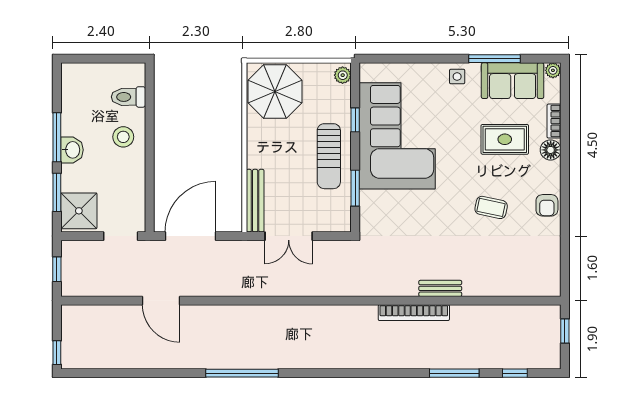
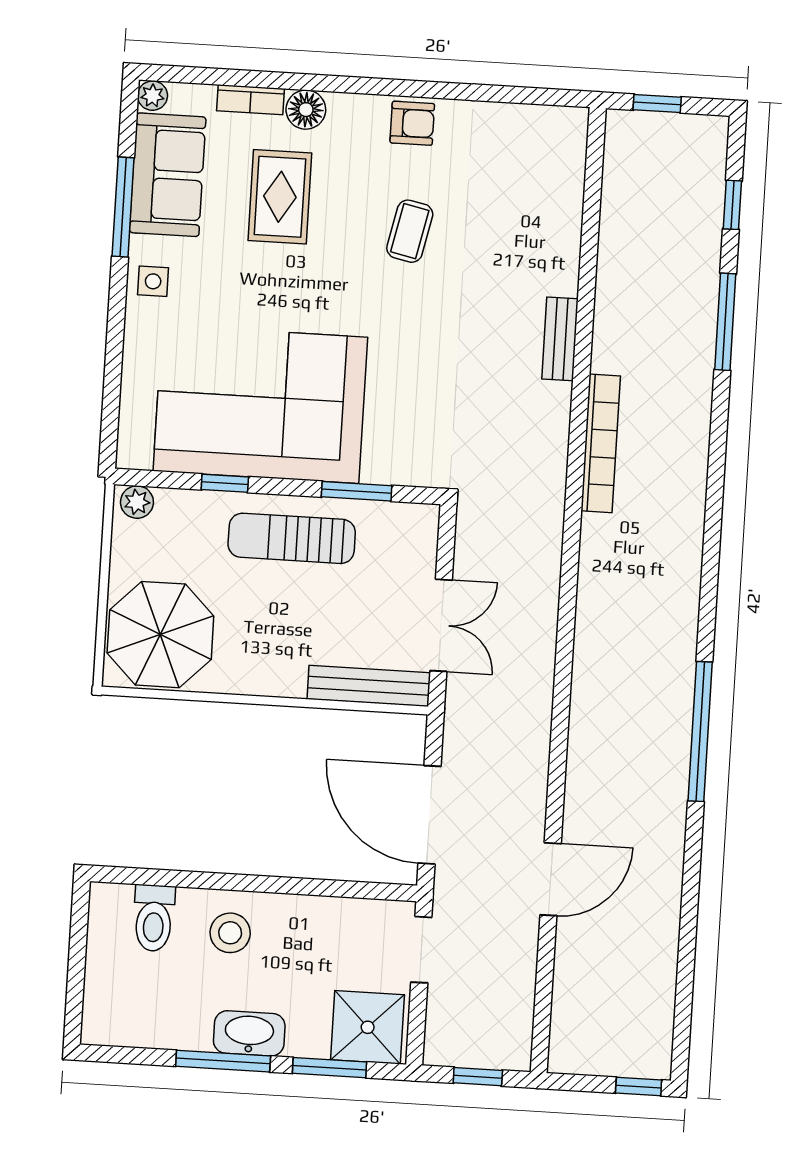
washbasin: (72, 150) -> (249, 1033), width x1.38
sun lounger: (329, 156) -> (292, 538), turned 180
bookcase: (414, 313) -> (601, 443), moved

